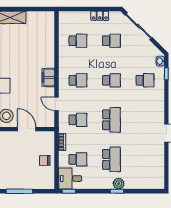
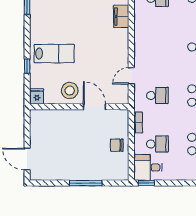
filing cabinet: (48, 77) -> (121, 16), moved
school desk: (78, 80) -> (157, 47), removed
door: (57, 104) -> (131, 76), hinge flipped

